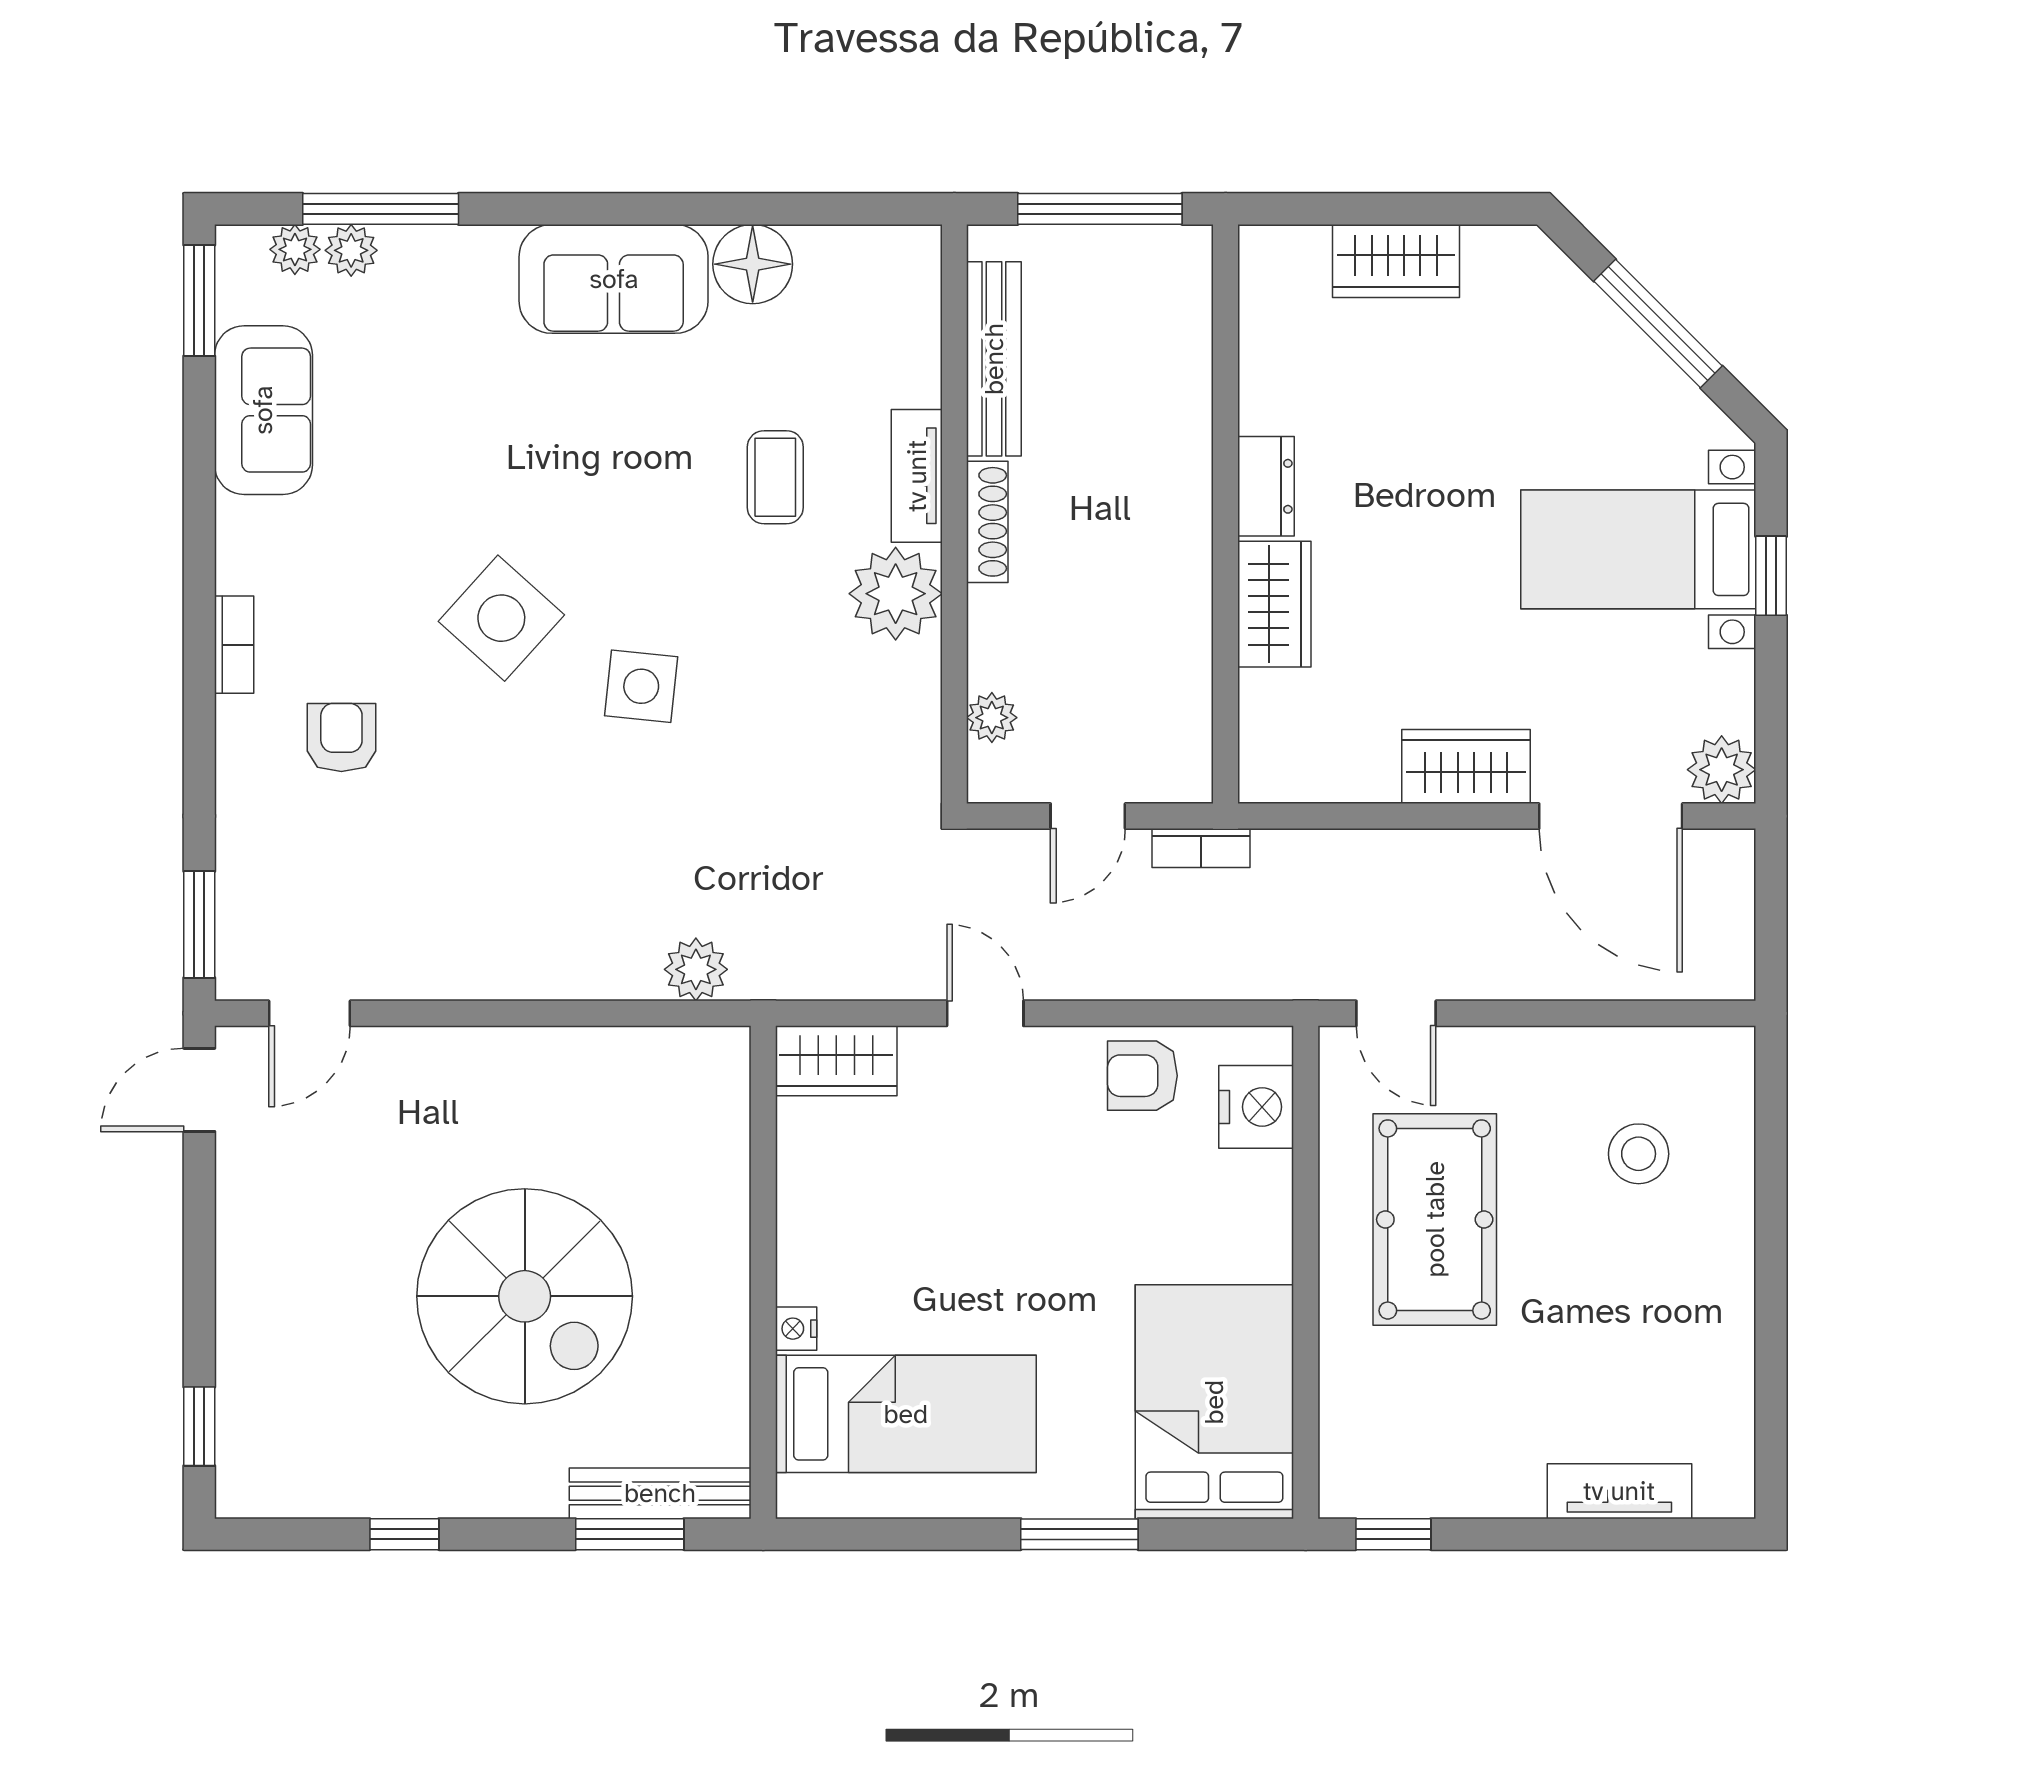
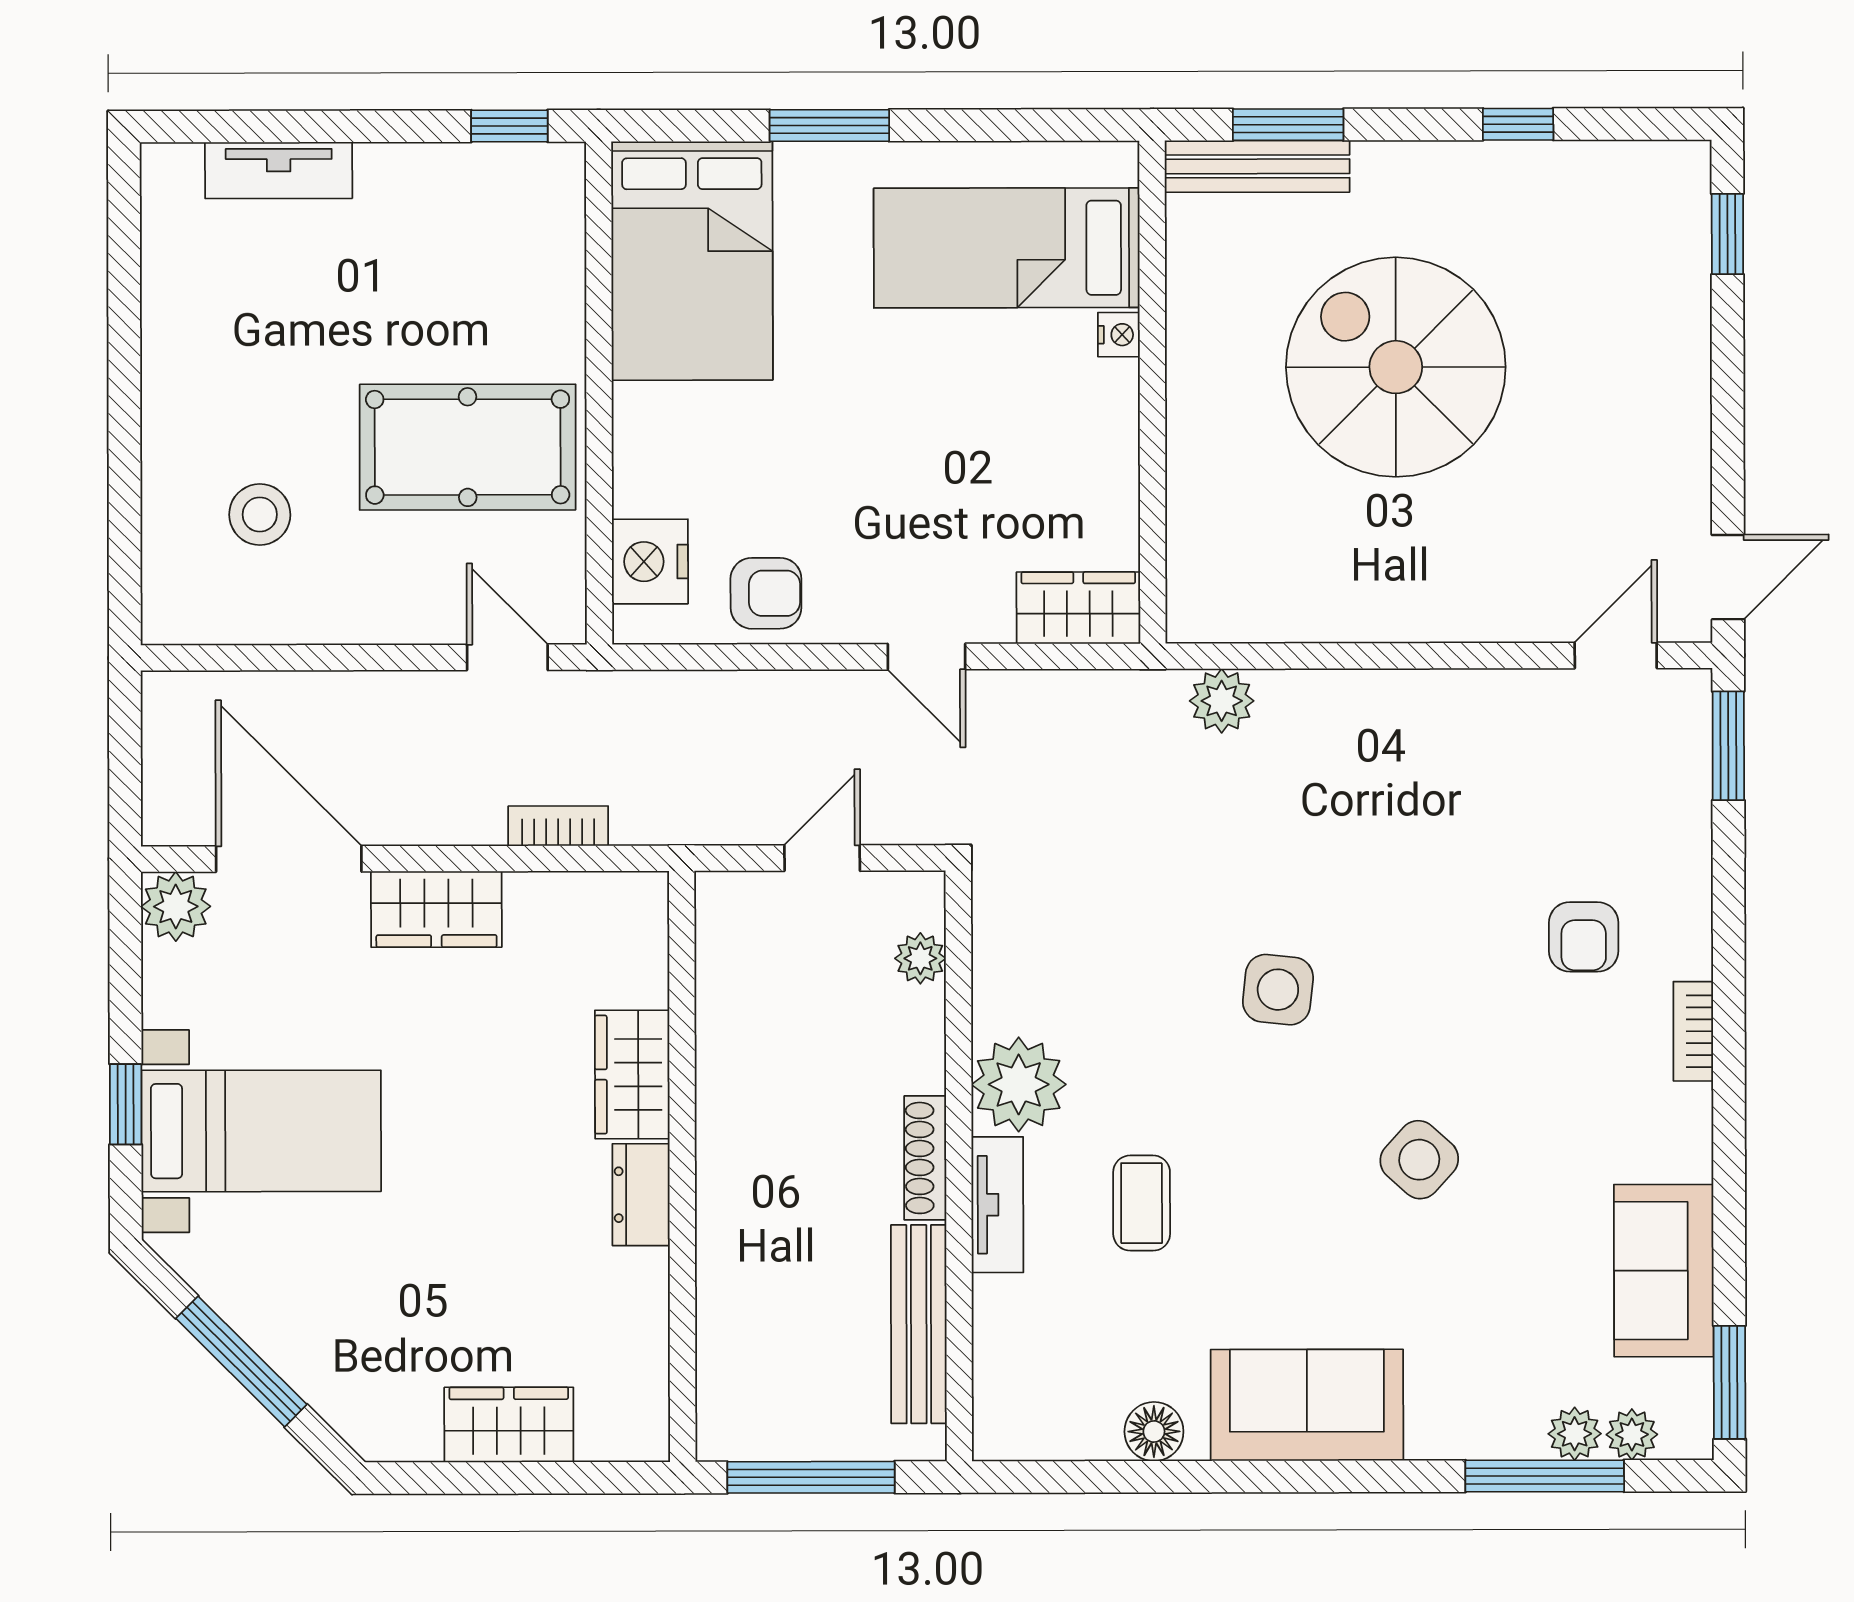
floor lamp: (753, 264) -> (1154, 1432), width x0.73, depth x0.73
side table: (501, 618) -> (1419, 1160), moved, width x0.73, depth x0.73
bookcase: (1201, 848) -> (558, 826), moved
pool table: (1435, 1219) -> (468, 447), turned 90

